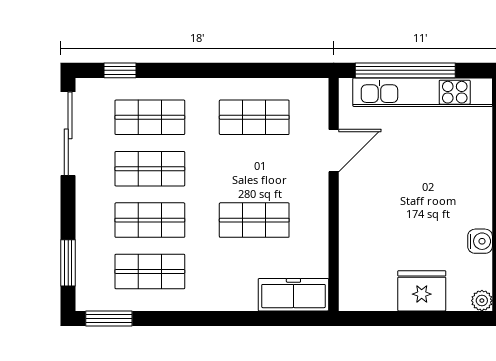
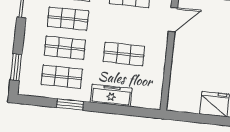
freezer: (293, 295) -> (111, 95), moved
window: (109, 318) -> (70, 105), moved

